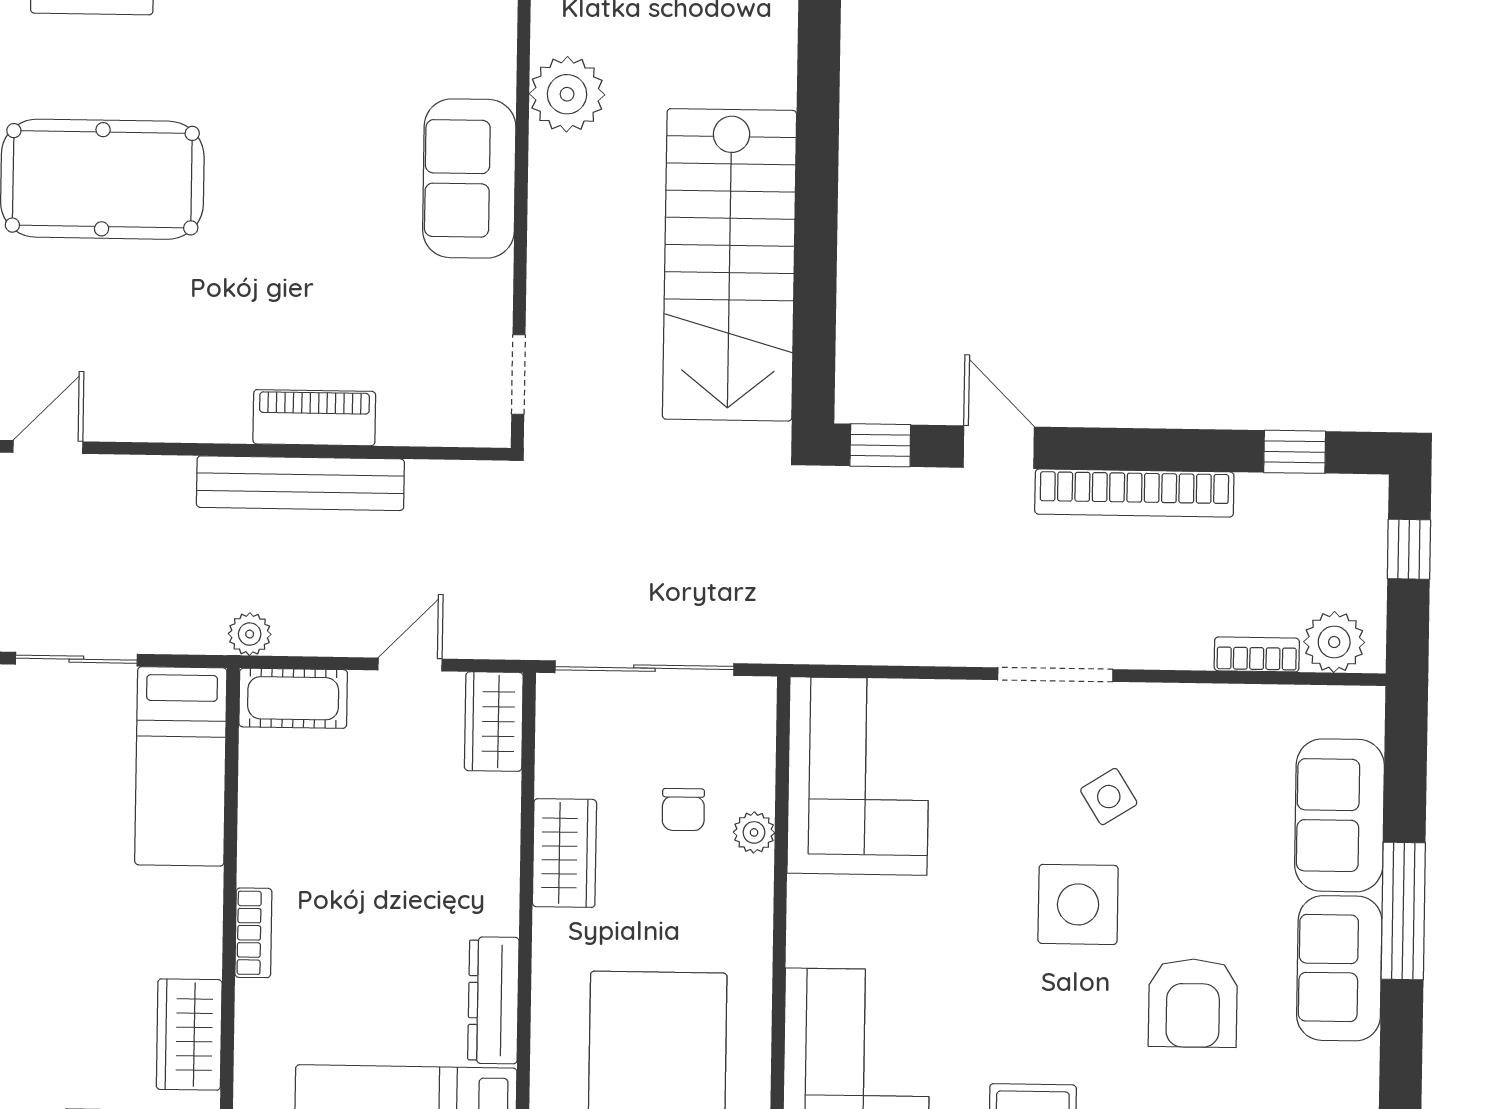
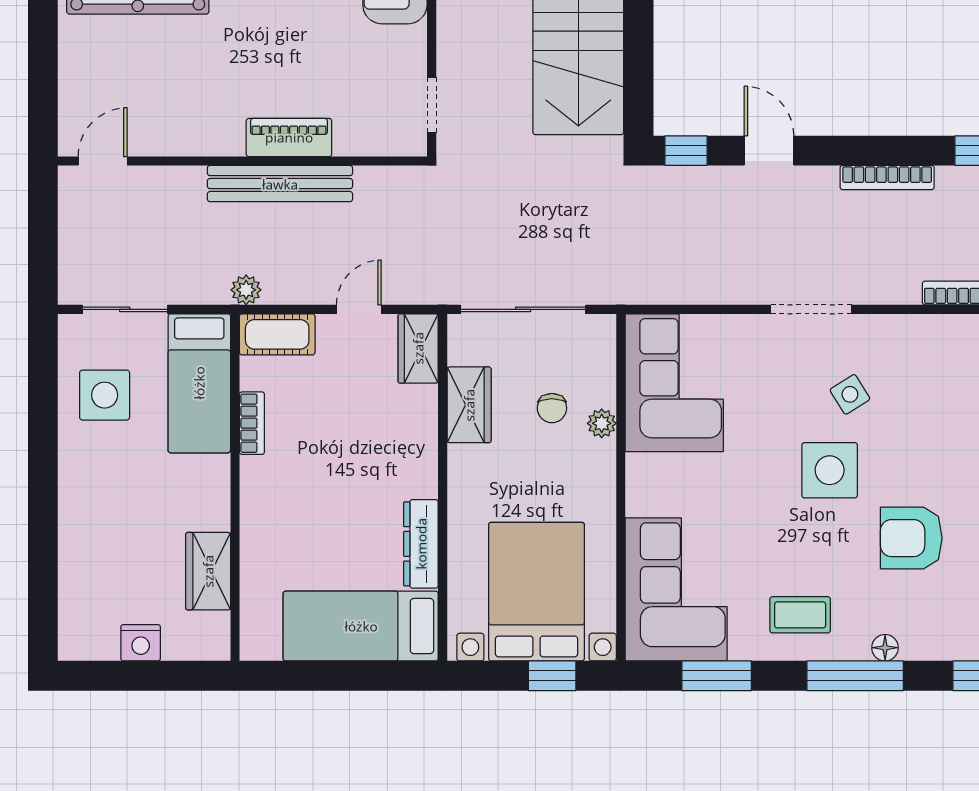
bookcase: (1134, 493) -> (887, 178), width x0.68, depth x0.76
side table: (46, 781) -> (105, 395), added
wardrobe: (564, 853) -> (469, 405), moved
bookcase: (253, 933) -> (252, 423), moved
armchair: (1193, 1003) -> (911, 538), turned 90

